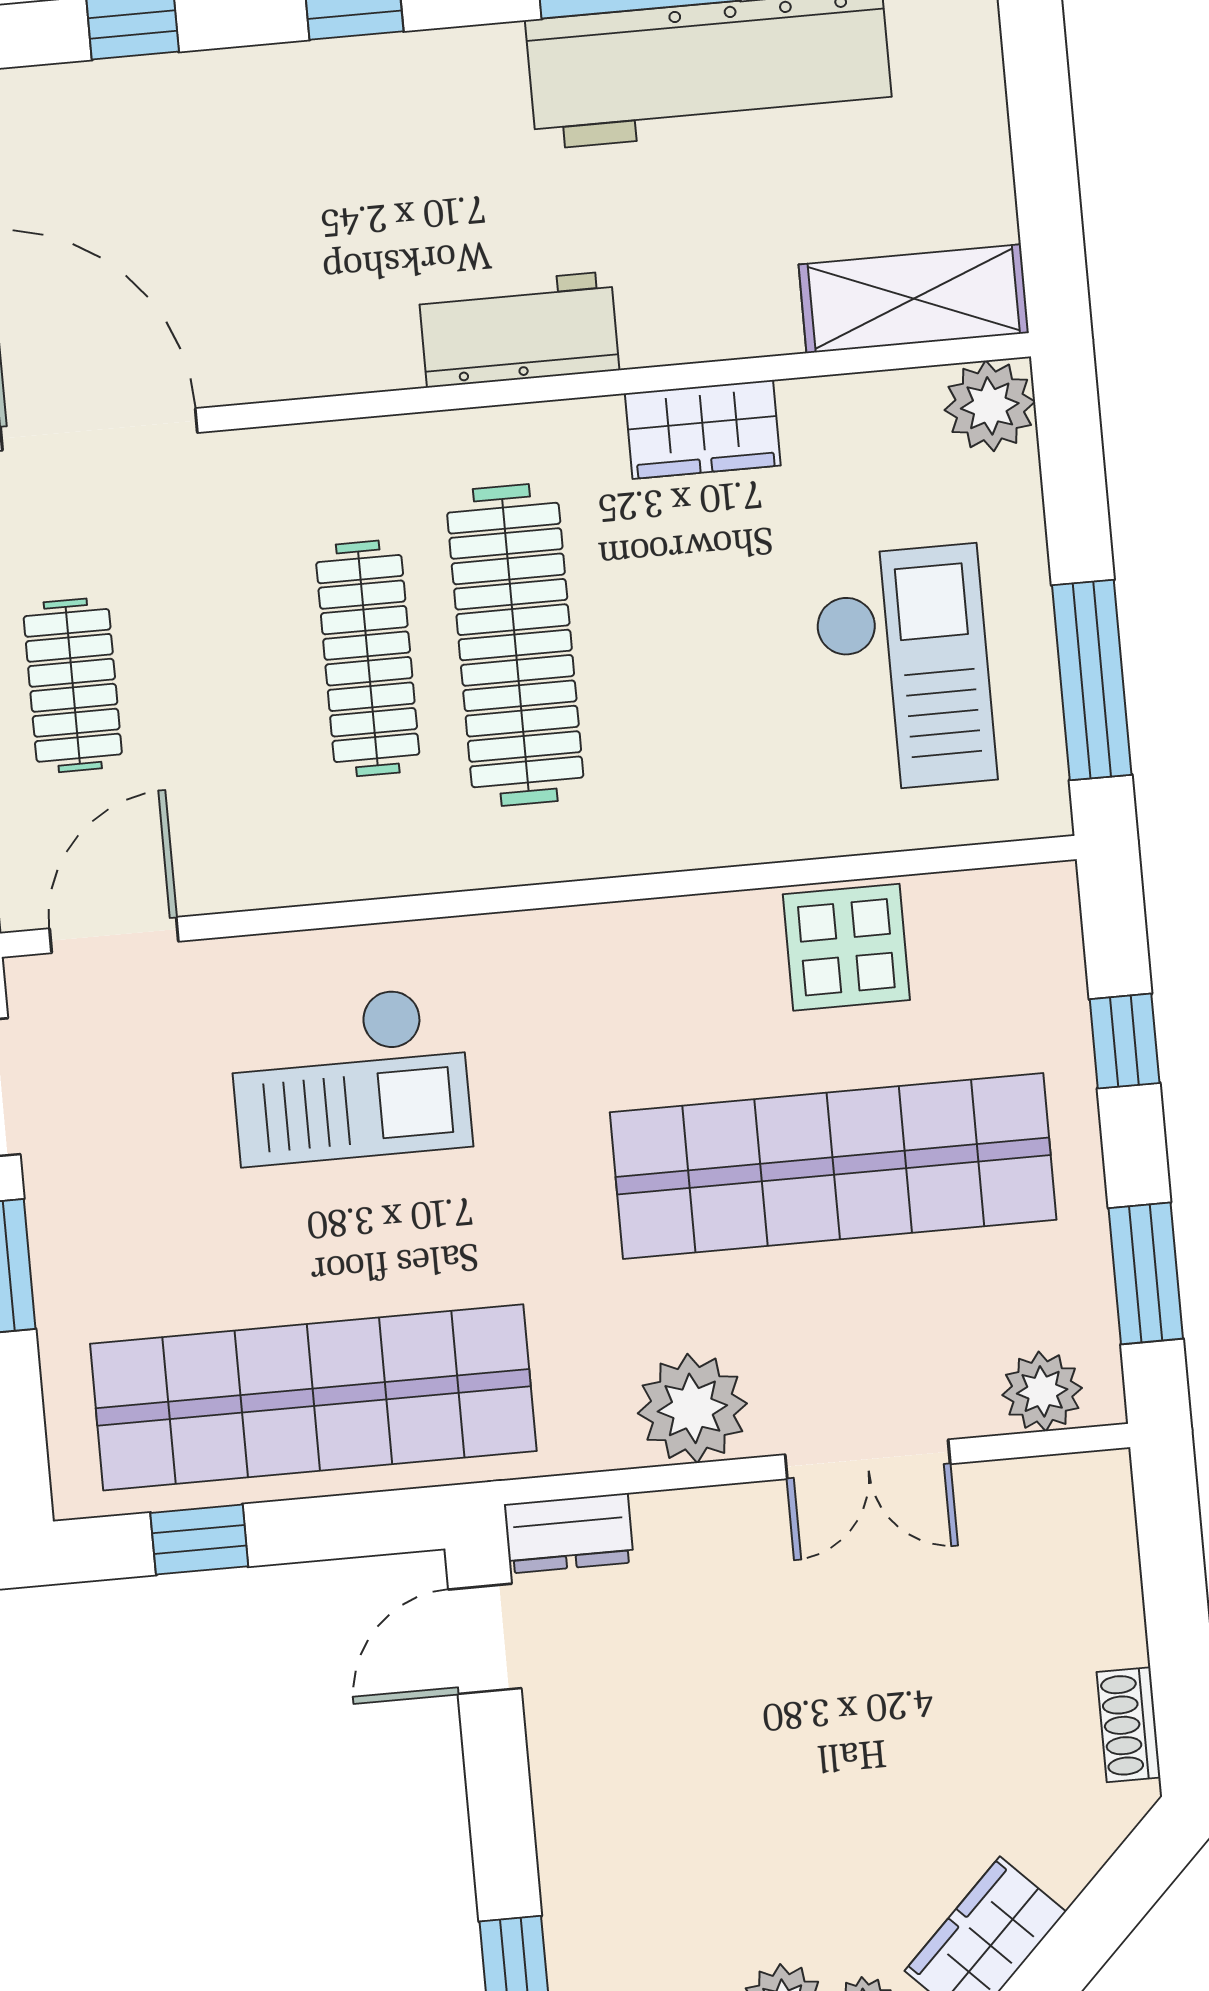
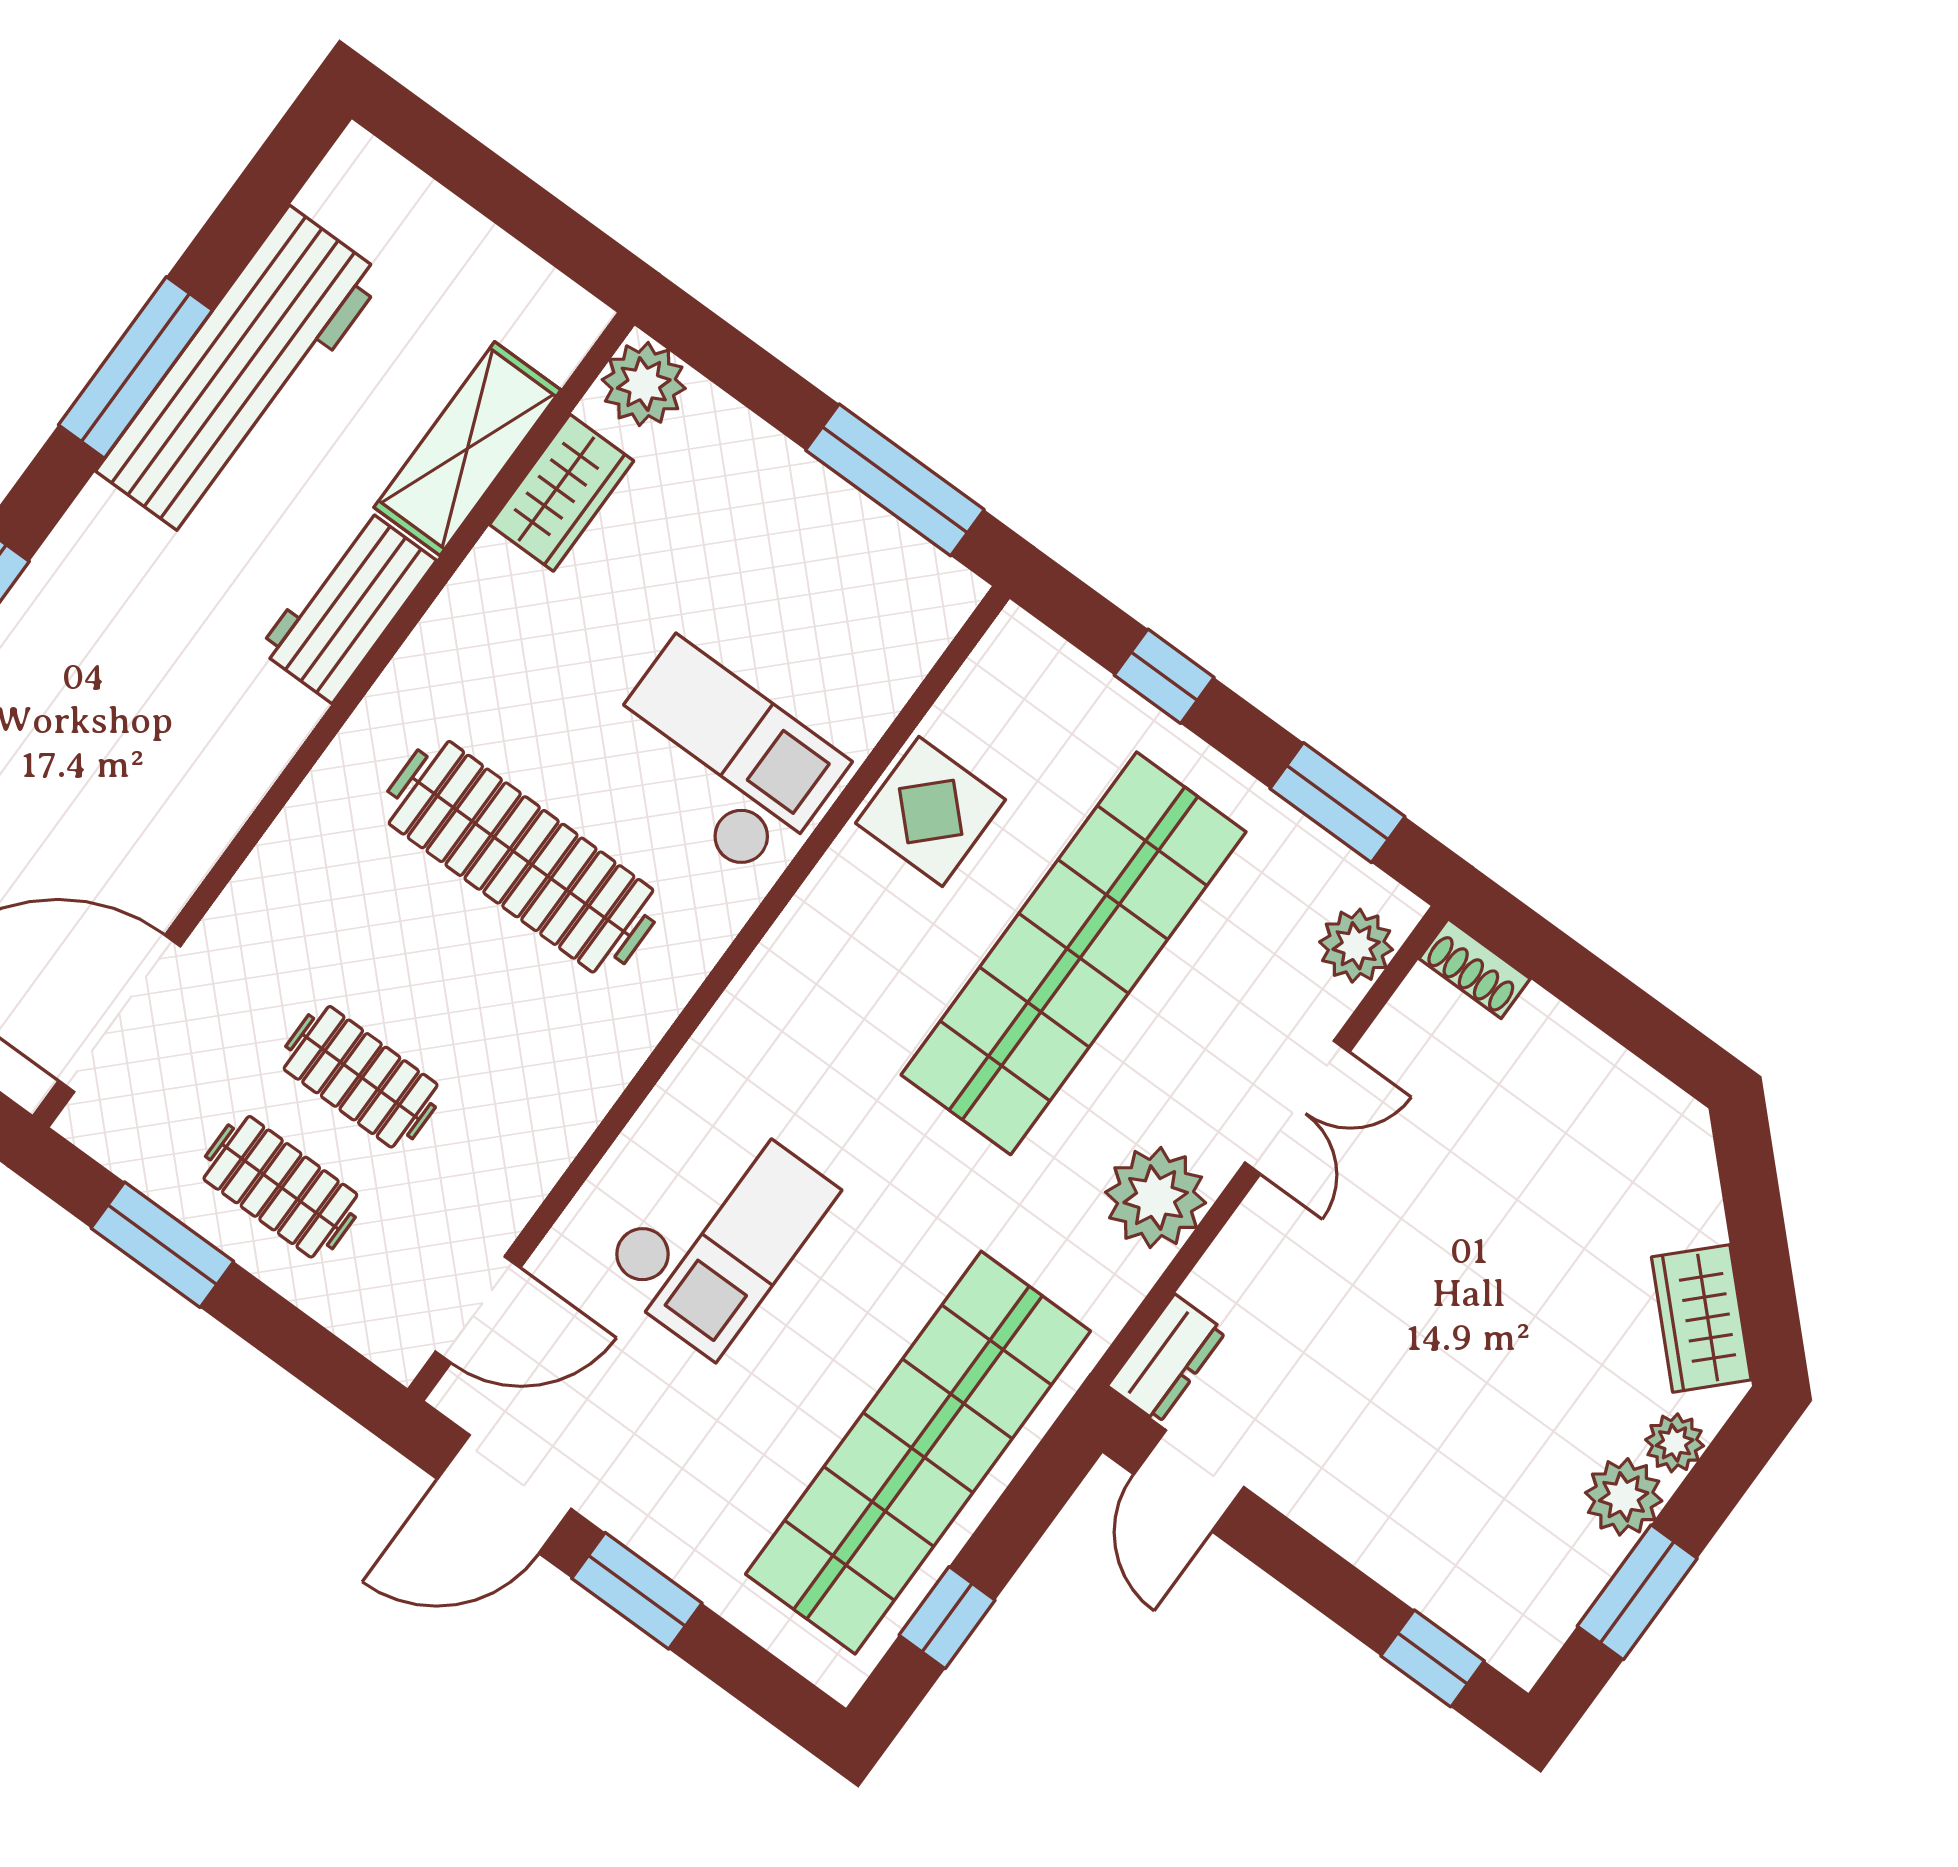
shelving: (914, 299) -> (467, 449), moved
workbench: (519, 329) -> (347, 605), moved
wardrobe: (703, 429) -> (562, 493), moved
clothes rail: (368, 658) -> (361, 1077), moved, width x0.73
checkout: (904, 669) -> (719, 759), moved
door: (114, 935) -> (478, 1310), swing flipped
shoe rack: (1129, 1725) -> (1475, 969), moved

